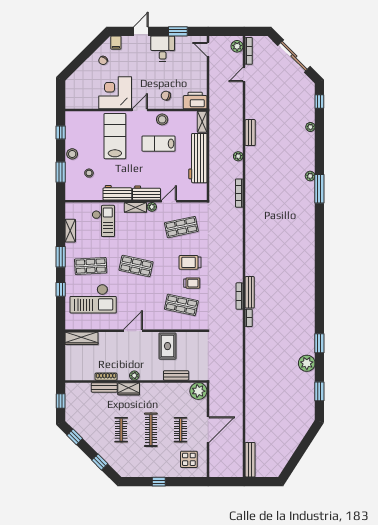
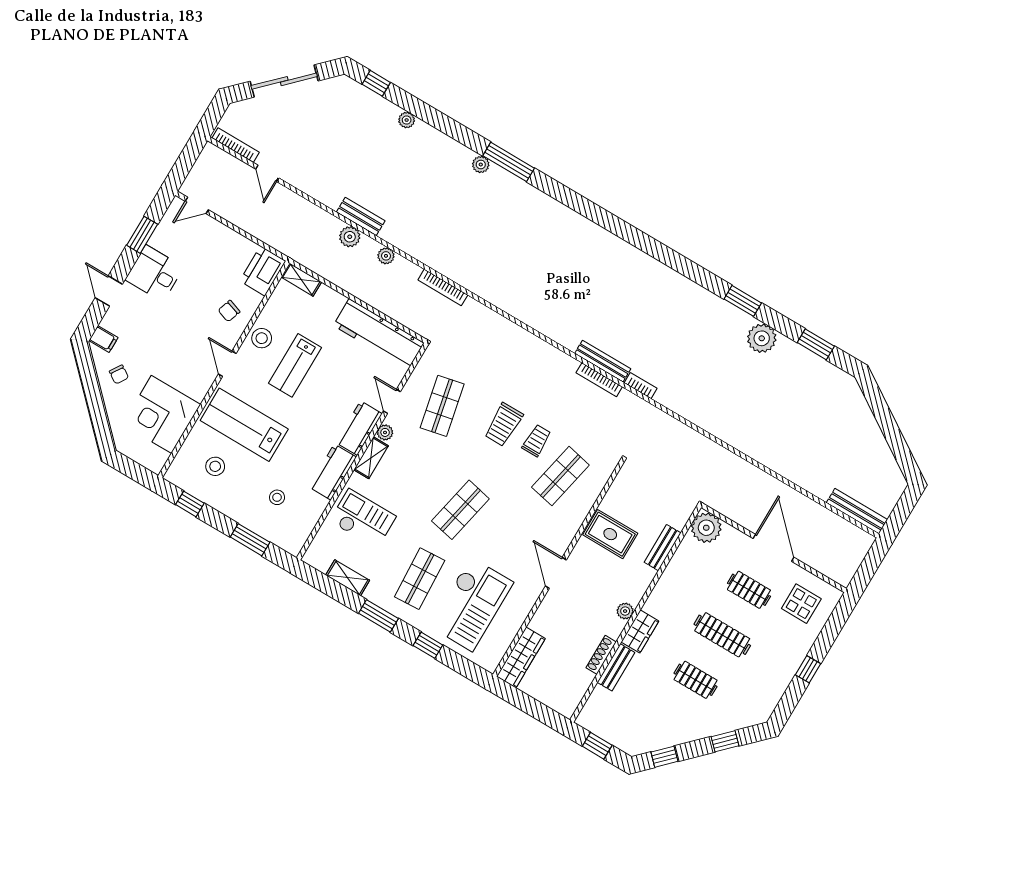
plant: (237, 46) -> (350, 237), moved
corner desk: (115, 93) -> (162, 414), moved
stool: (72, 154) -> (215, 466), moved
workbench: (198, 158) -> (379, 334), moved

